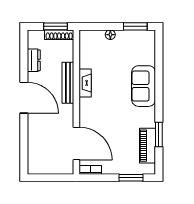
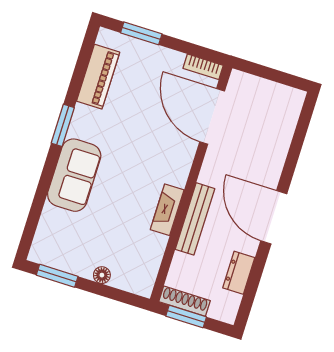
window: (159, 135) -> (63, 125), moved

